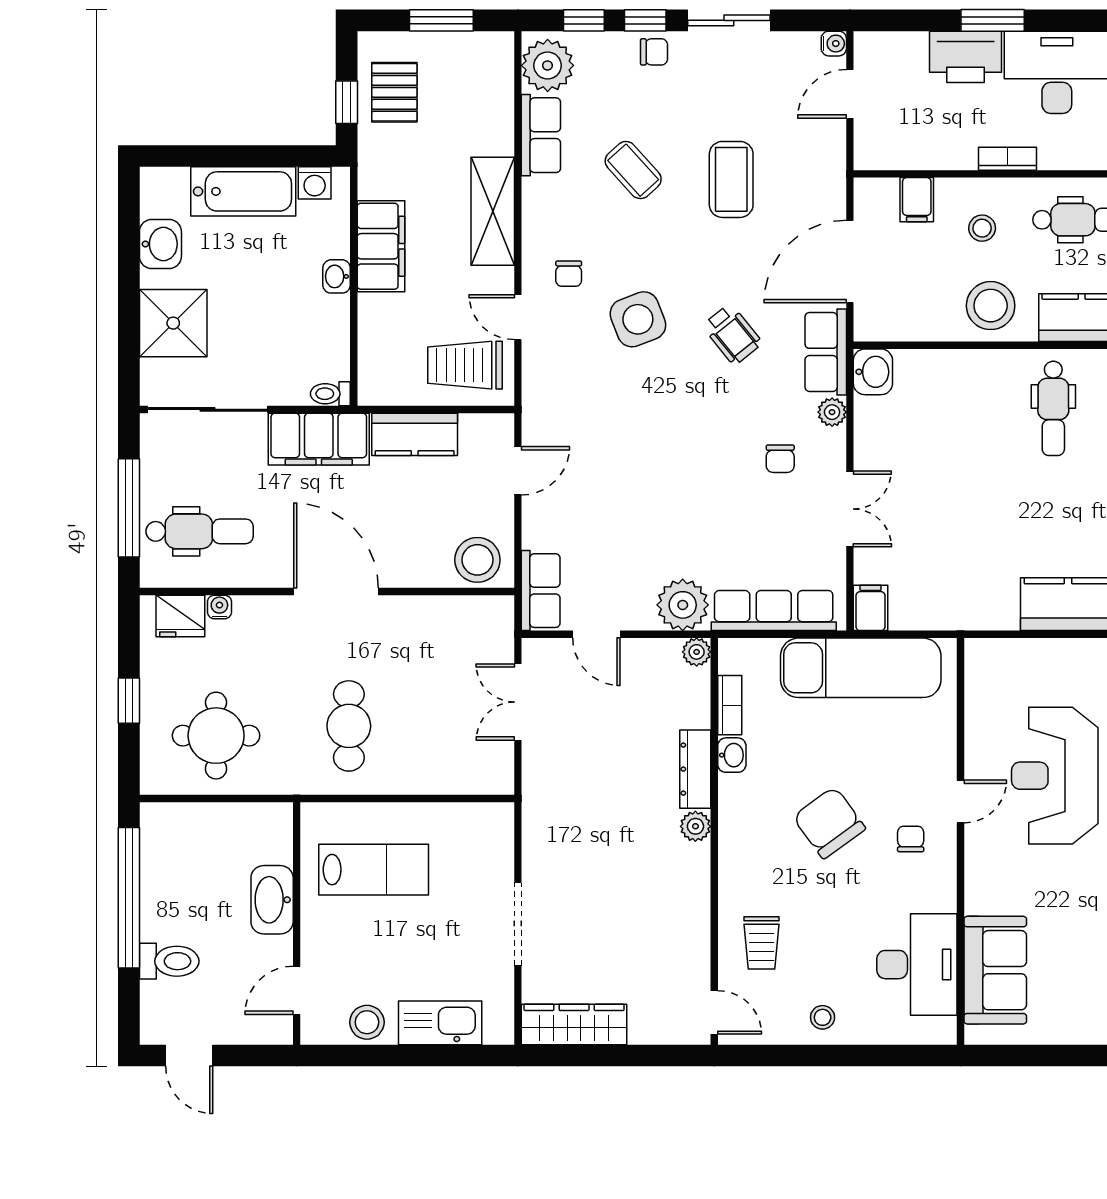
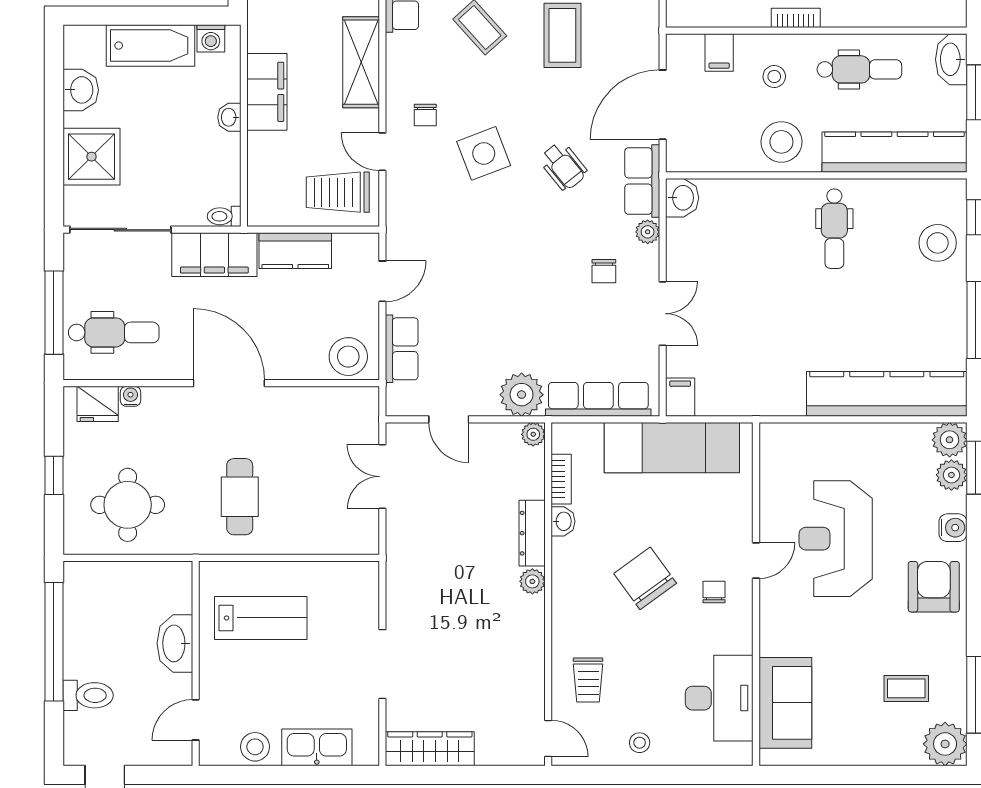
row of seats: (541, 591) -> (402, 349), moved

